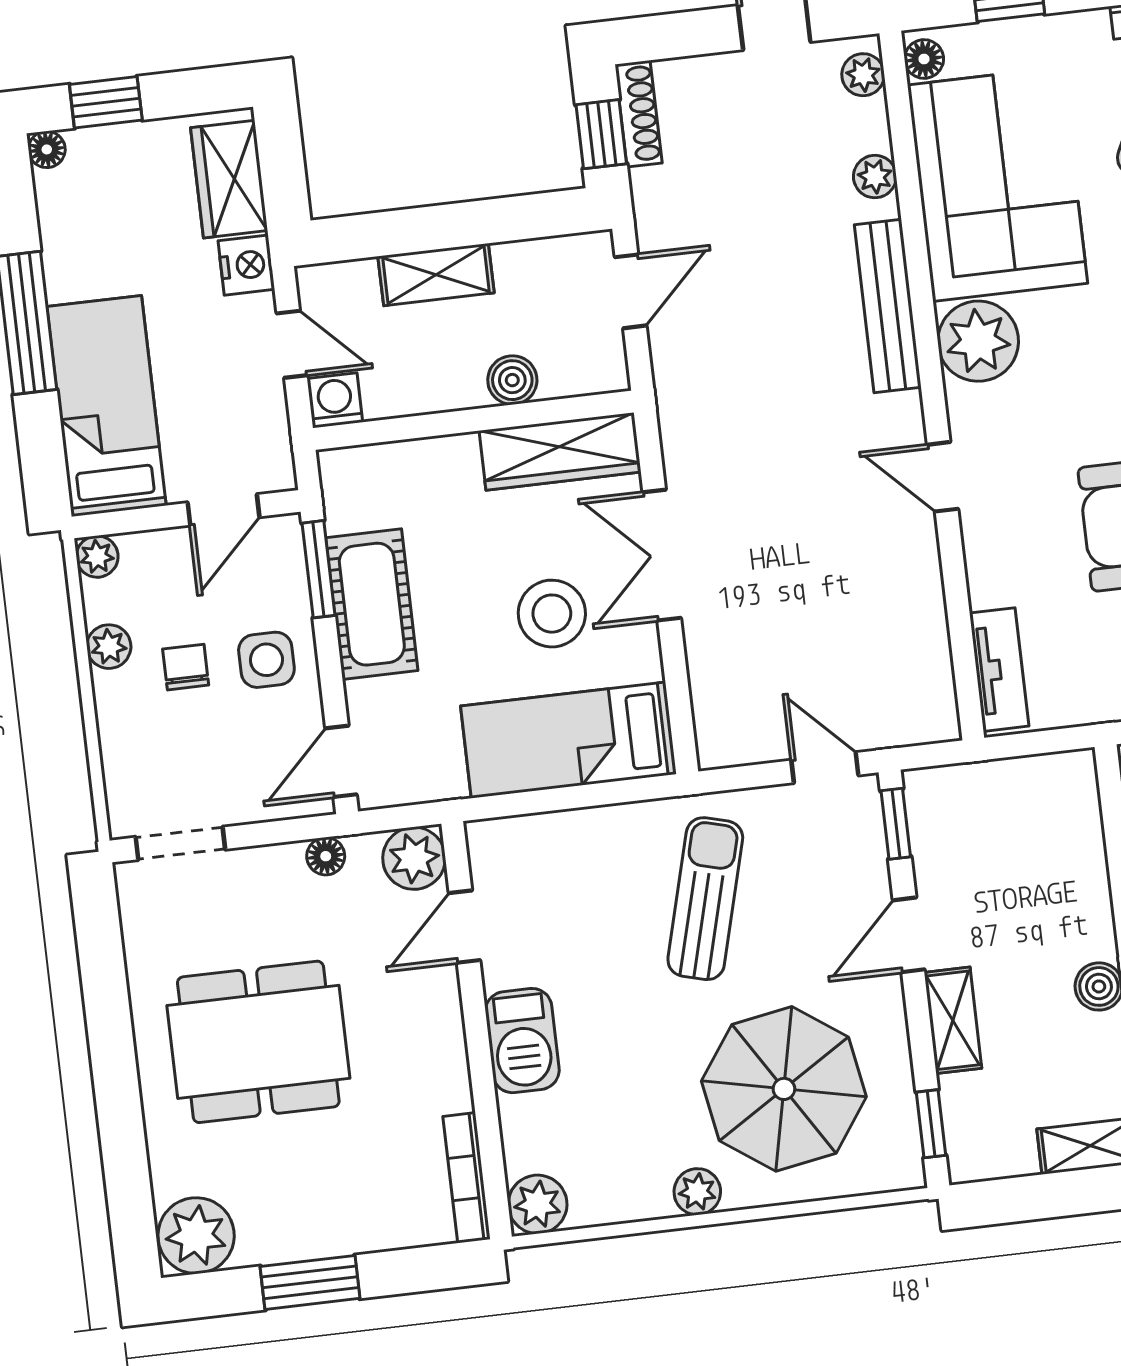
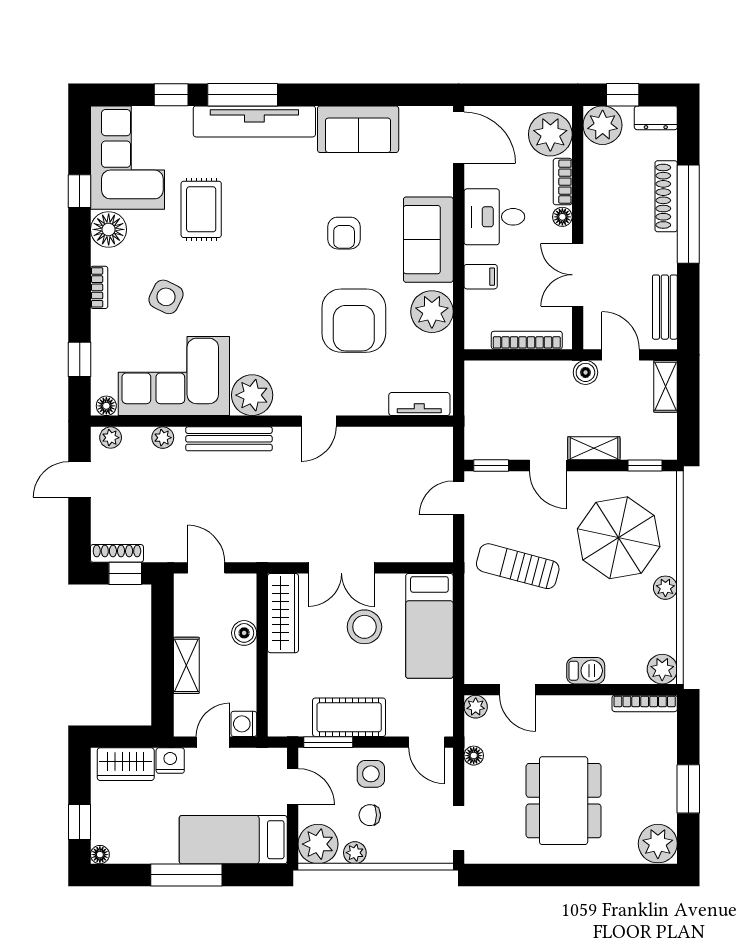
plant: (97, 557) -> (318, 844), width x1.88, depth x1.88
plant: (414, 858) -> (476, 707), width x0.73, depth x0.73
barbecue: (522, 1041) -> (586, 671), width x0.73, depth x0.79

